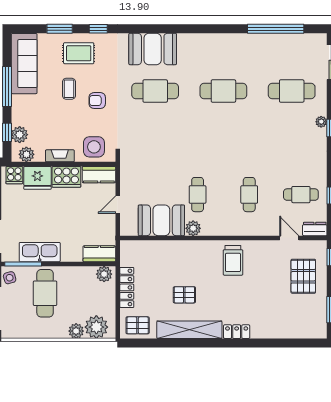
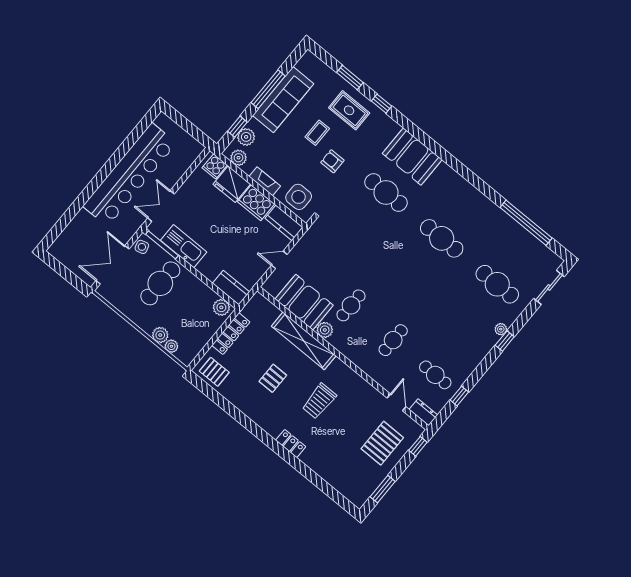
sofa: (24, 64) -> (283, 100), moved
trolley: (233, 260) -> (319, 401), moved
pallet: (184, 295) -> (273, 378), turned 90
plant: (96, 327) -> (171, 346), width x0.53, depth x0.53
shelving: (189, 330) -> (304, 341), moved

